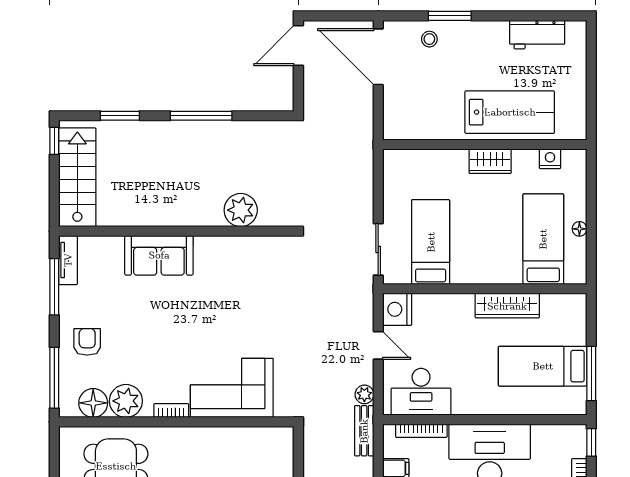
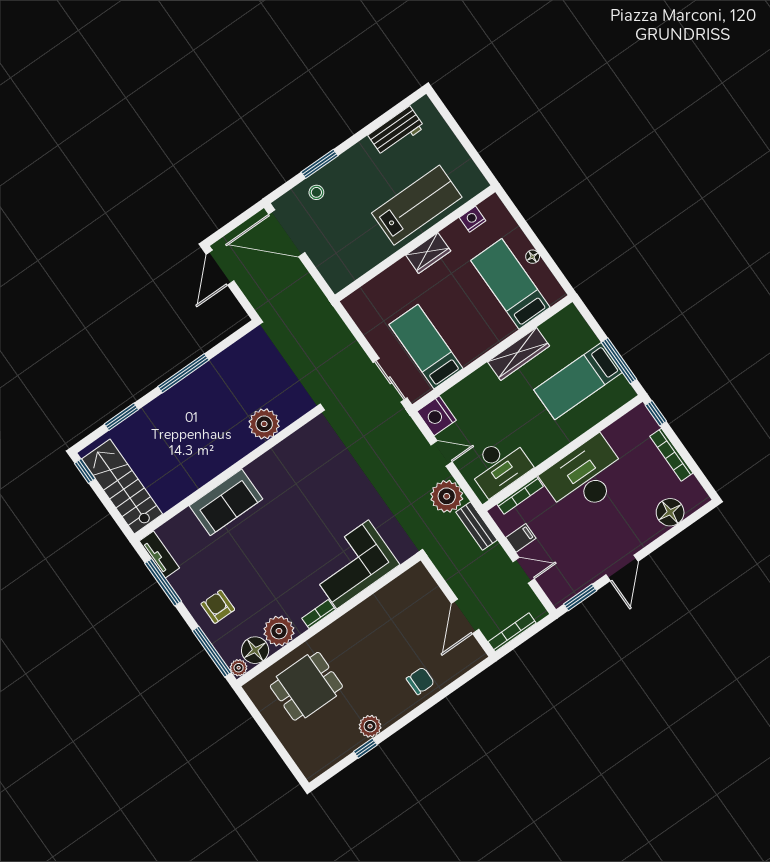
plant: (364, 394) -> (447, 496), width x1.88, depth x1.88
plant: (68, 408) -> (239, 668), added

